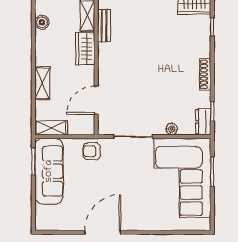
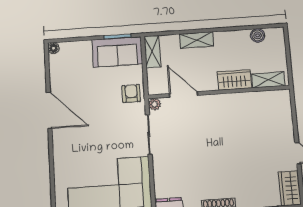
bench: (104, 26) -> (260, 97), removed
plant: (172, 129) -> (155, 104), moved
sofa: (49, 171) -> (117, 52), width x0.73
floor lamp: (41, 225) -> (54, 48), added

